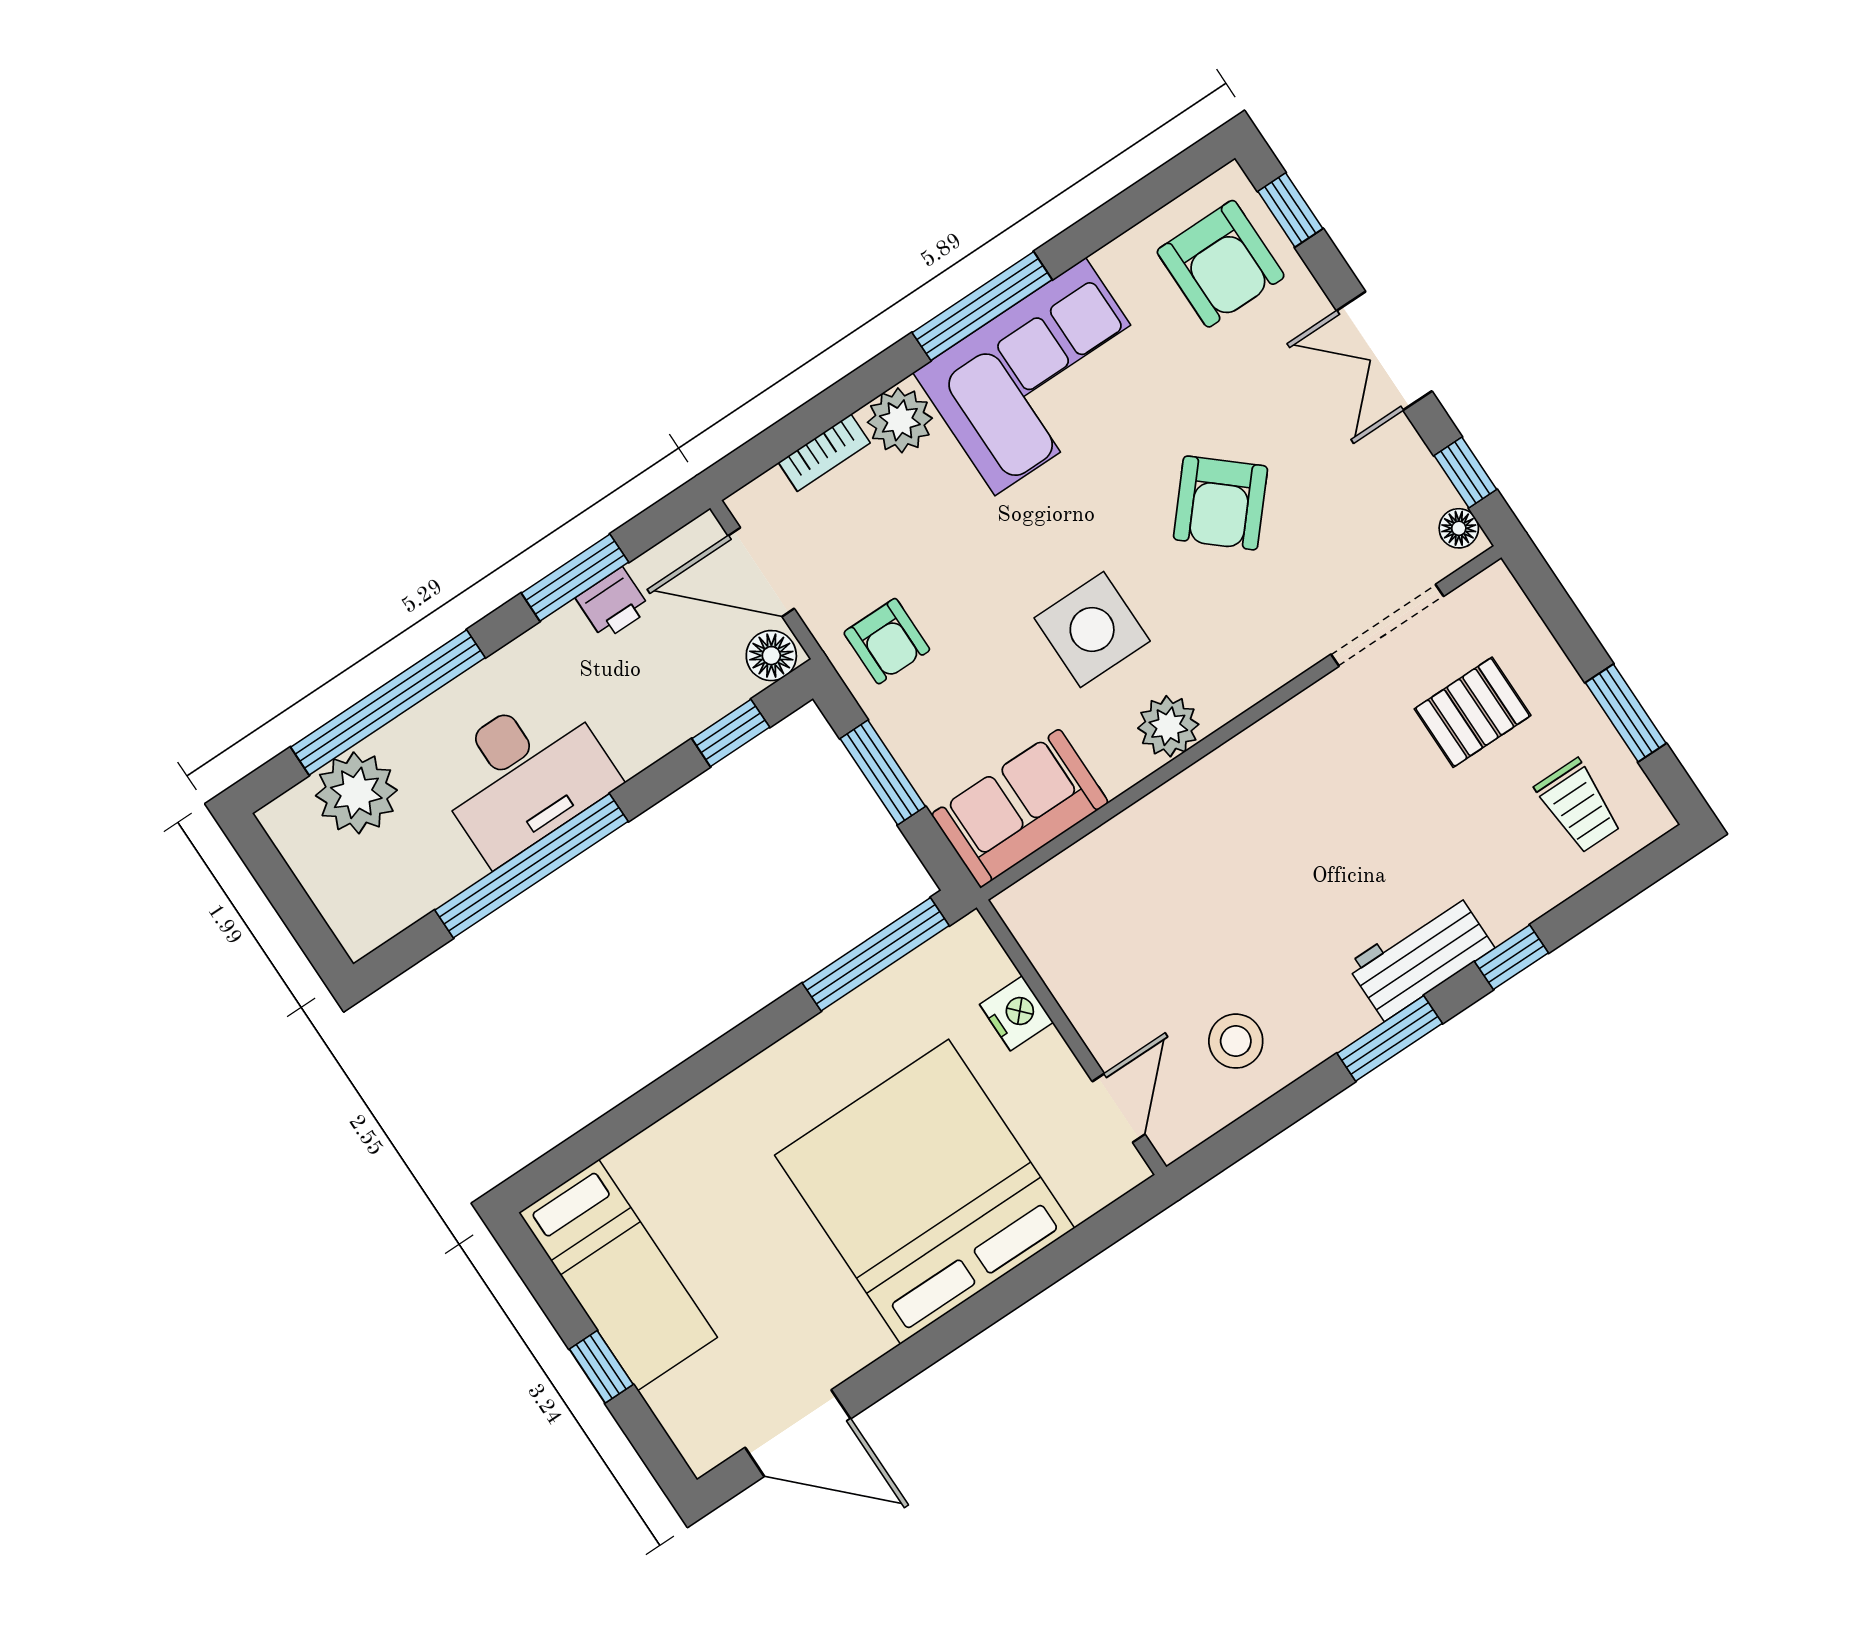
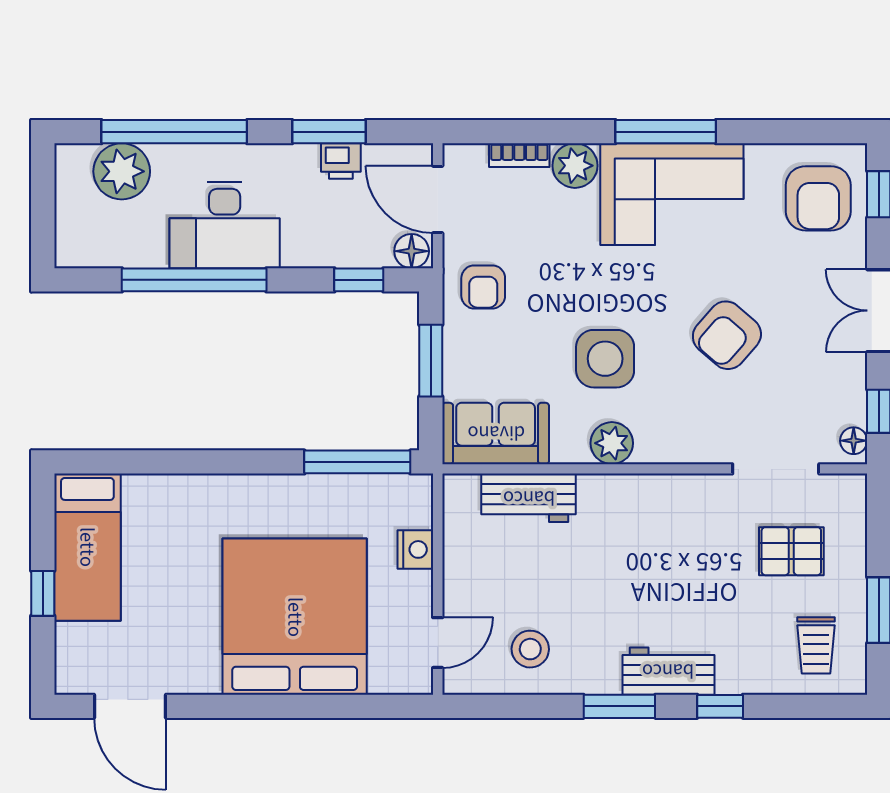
workbench: (1112, 860) -> (529, 498), added

